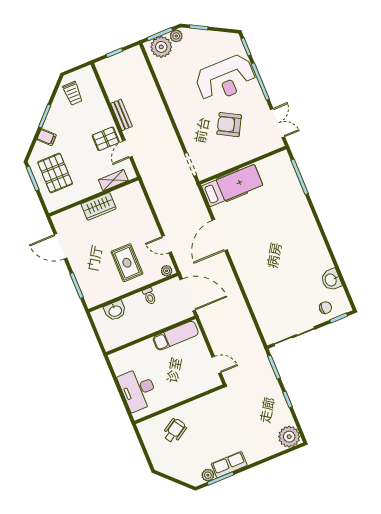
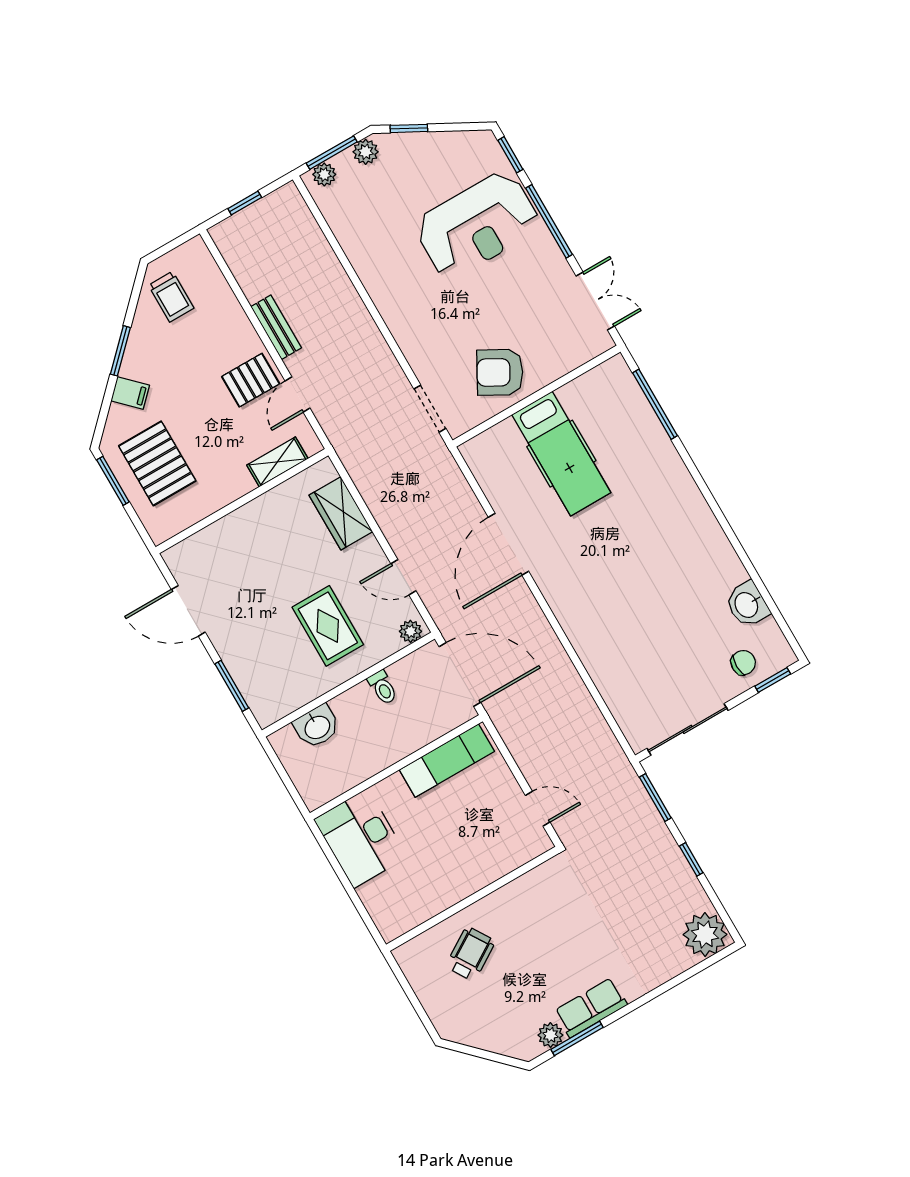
plant: (161, 47) -> (324, 174), width x0.53, depth x0.53
armchair: (229, 125) -> (500, 372), moved
hospital bed: (232, 186) -> (561, 454), moved, turned 90
wardrobe: (99, 206) -> (341, 513), moved, turned 90
desk: (138, 389) -> (361, 838), moved

